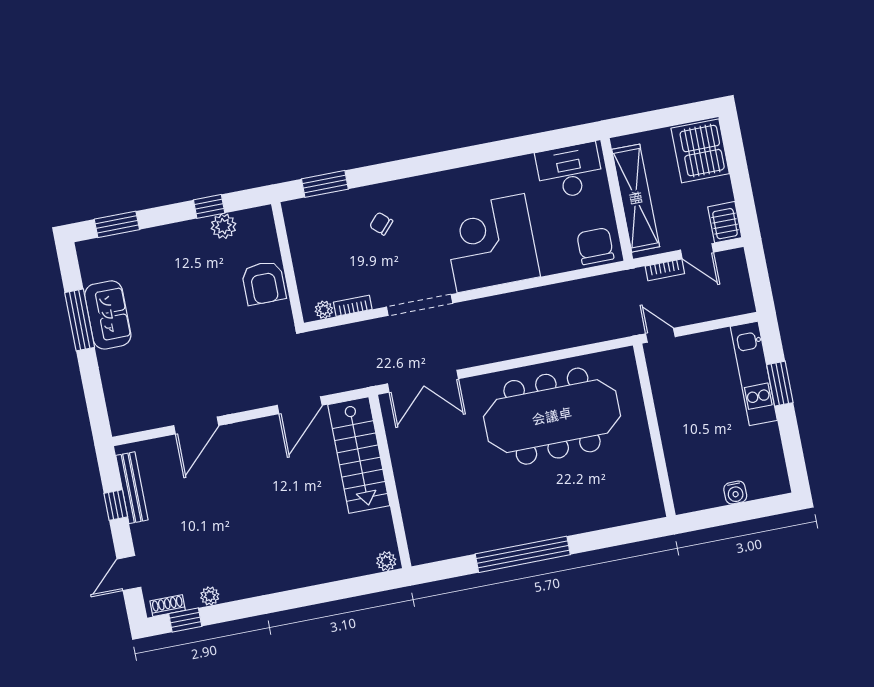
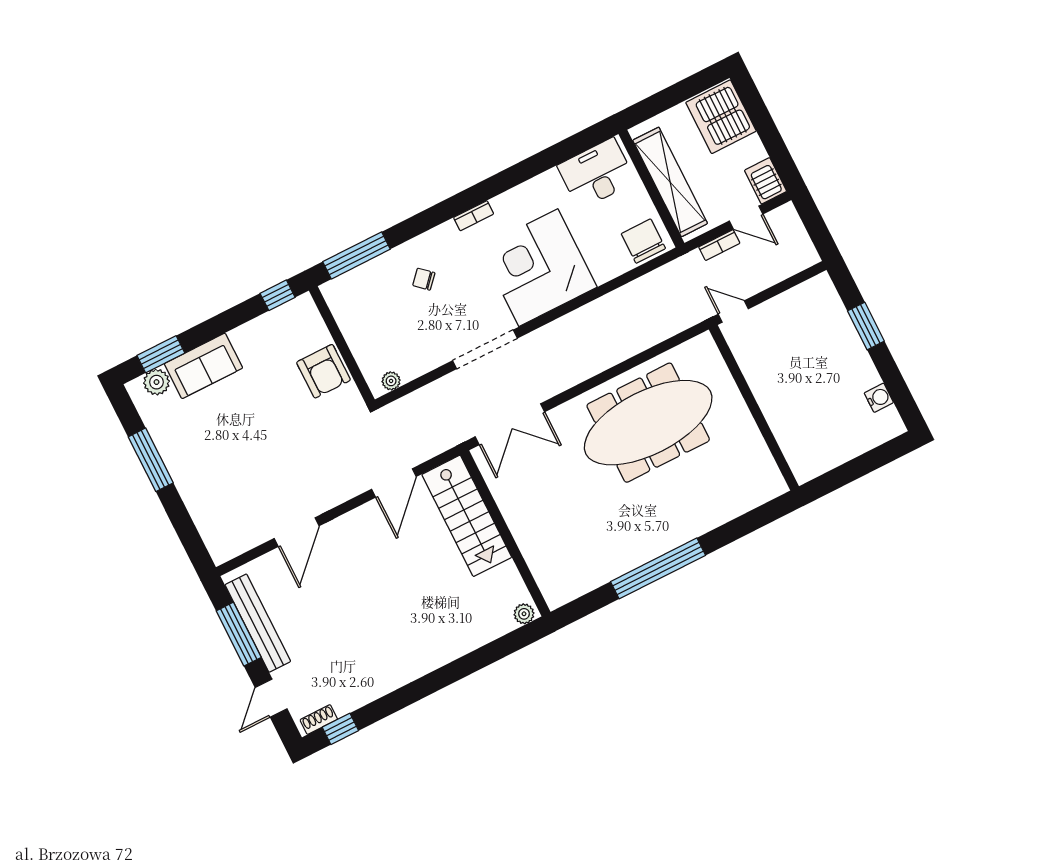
window: (325, 184) -> (357, 255), width x1.44
window: (209, 206) -> (278, 295), moved
plant: (223, 226) -> (157, 382), moved
bookcase: (353, 306) -> (474, 216), moved, turned 180
sofa: (108, 315) -> (203, 366), moved, turned 90
kitchen unit: (754, 373) -> (837, 323), removed
bench: (132, 488) -> (258, 623), width x1.37, depth x1.21
water cooler: (735, 493) -> (879, 398), moved, turned -90
window: (116, 505) -> (239, 634), width x2.17
plant: (210, 596) -> (358, 698), removed

